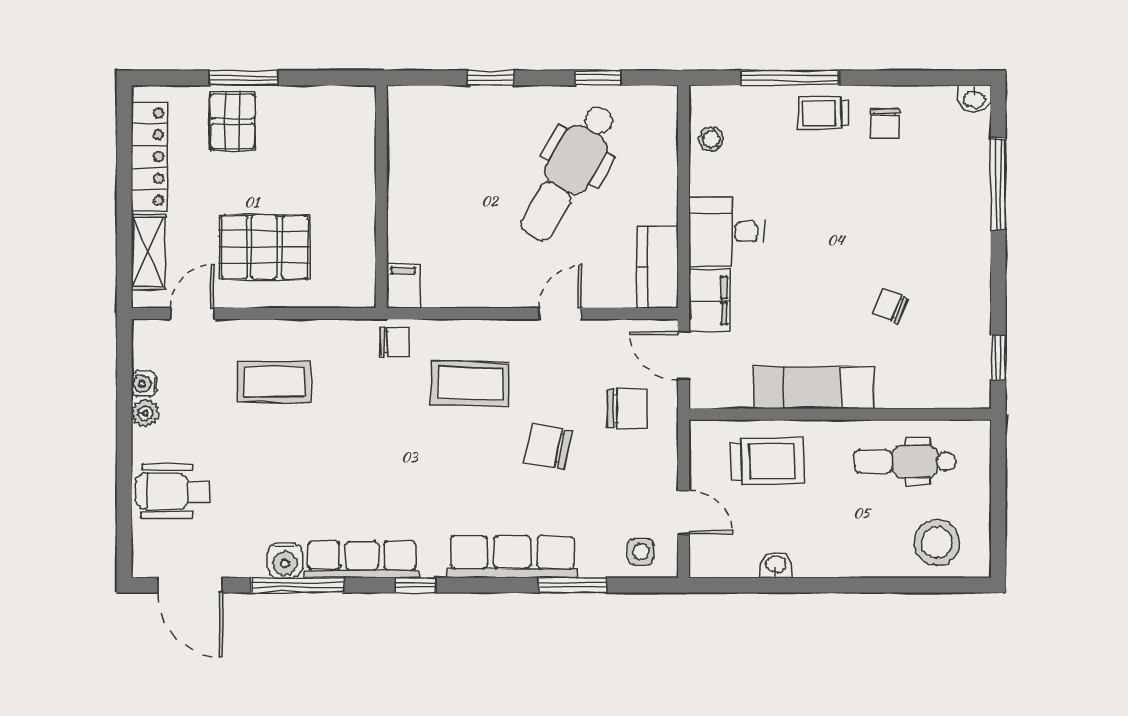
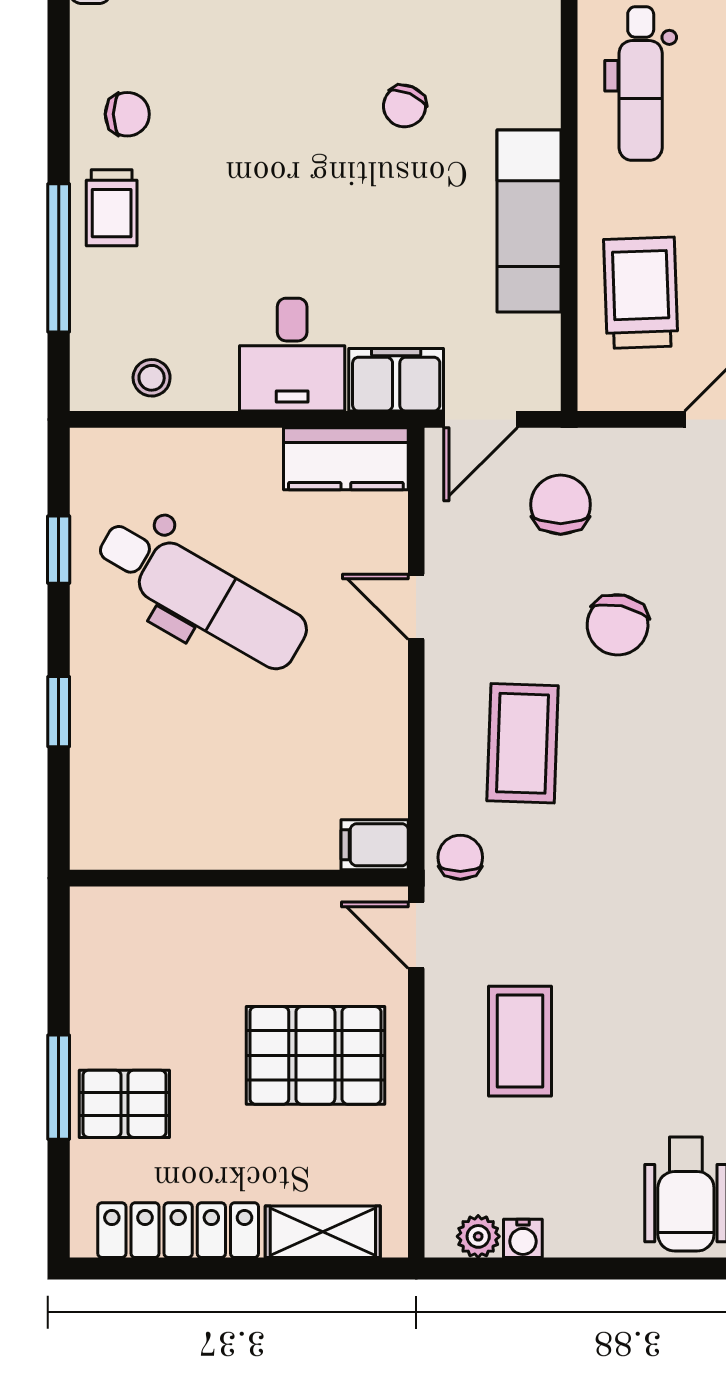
pallet: (265, 247) -> (315, 1055), turned 90
door: (192, 314) -> (416, 935), moved
plant: (145, 413) -> (478, 1236), moved

